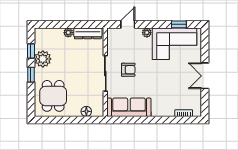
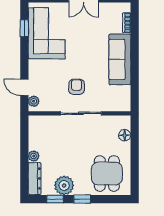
dresser: (88, 33) -> (35, 179), moved
plant: (147, 33) -> (34, 101), moved
dining table: (53, 96) -> (107, 173), turned 90
sofa: (129, 107) -> (120, 59), moved

